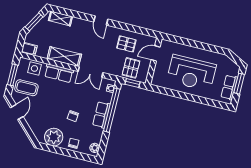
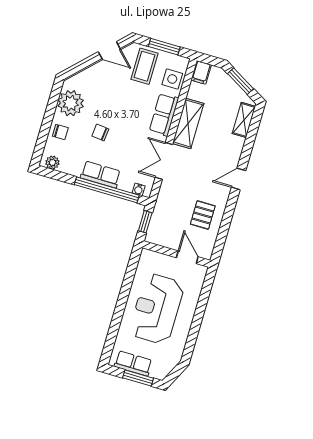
pallet: (131, 68) -> (167, 220), removed

